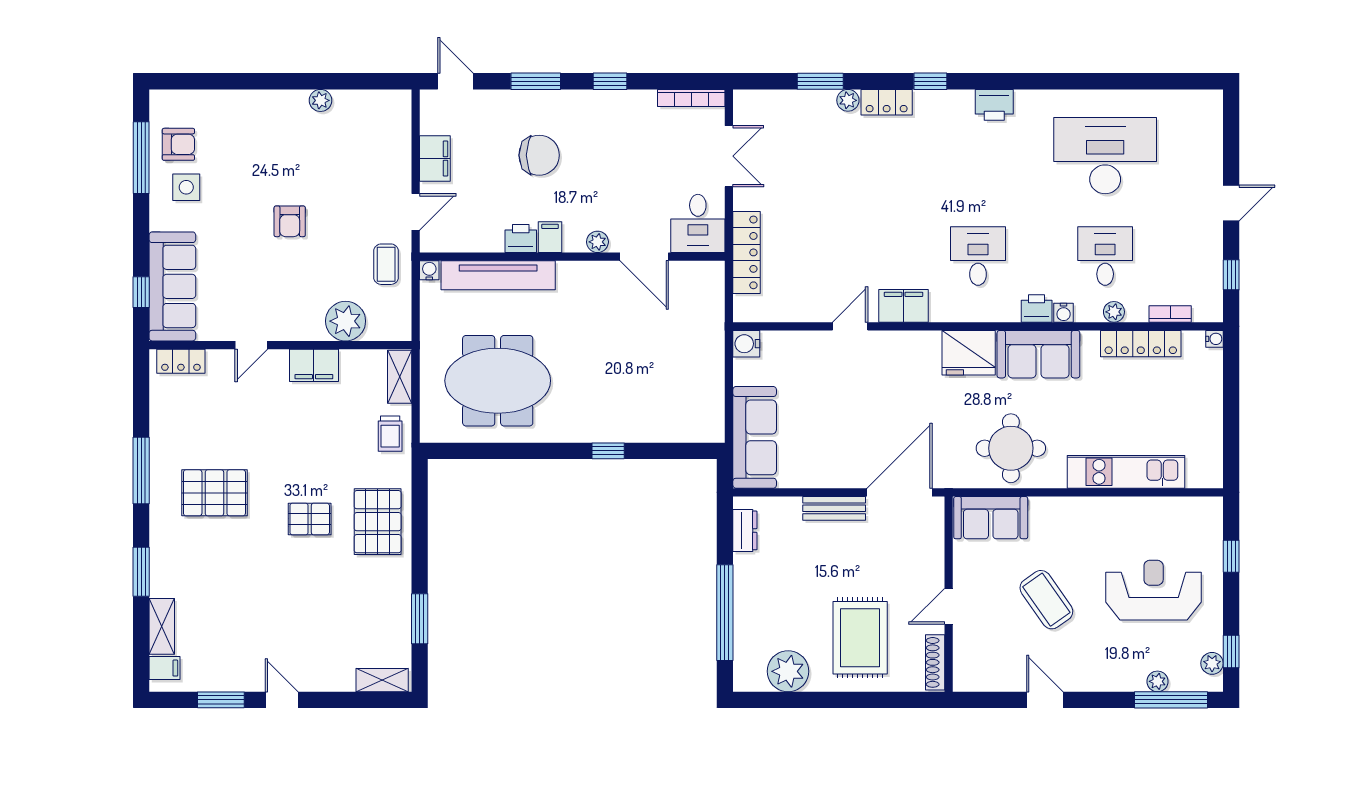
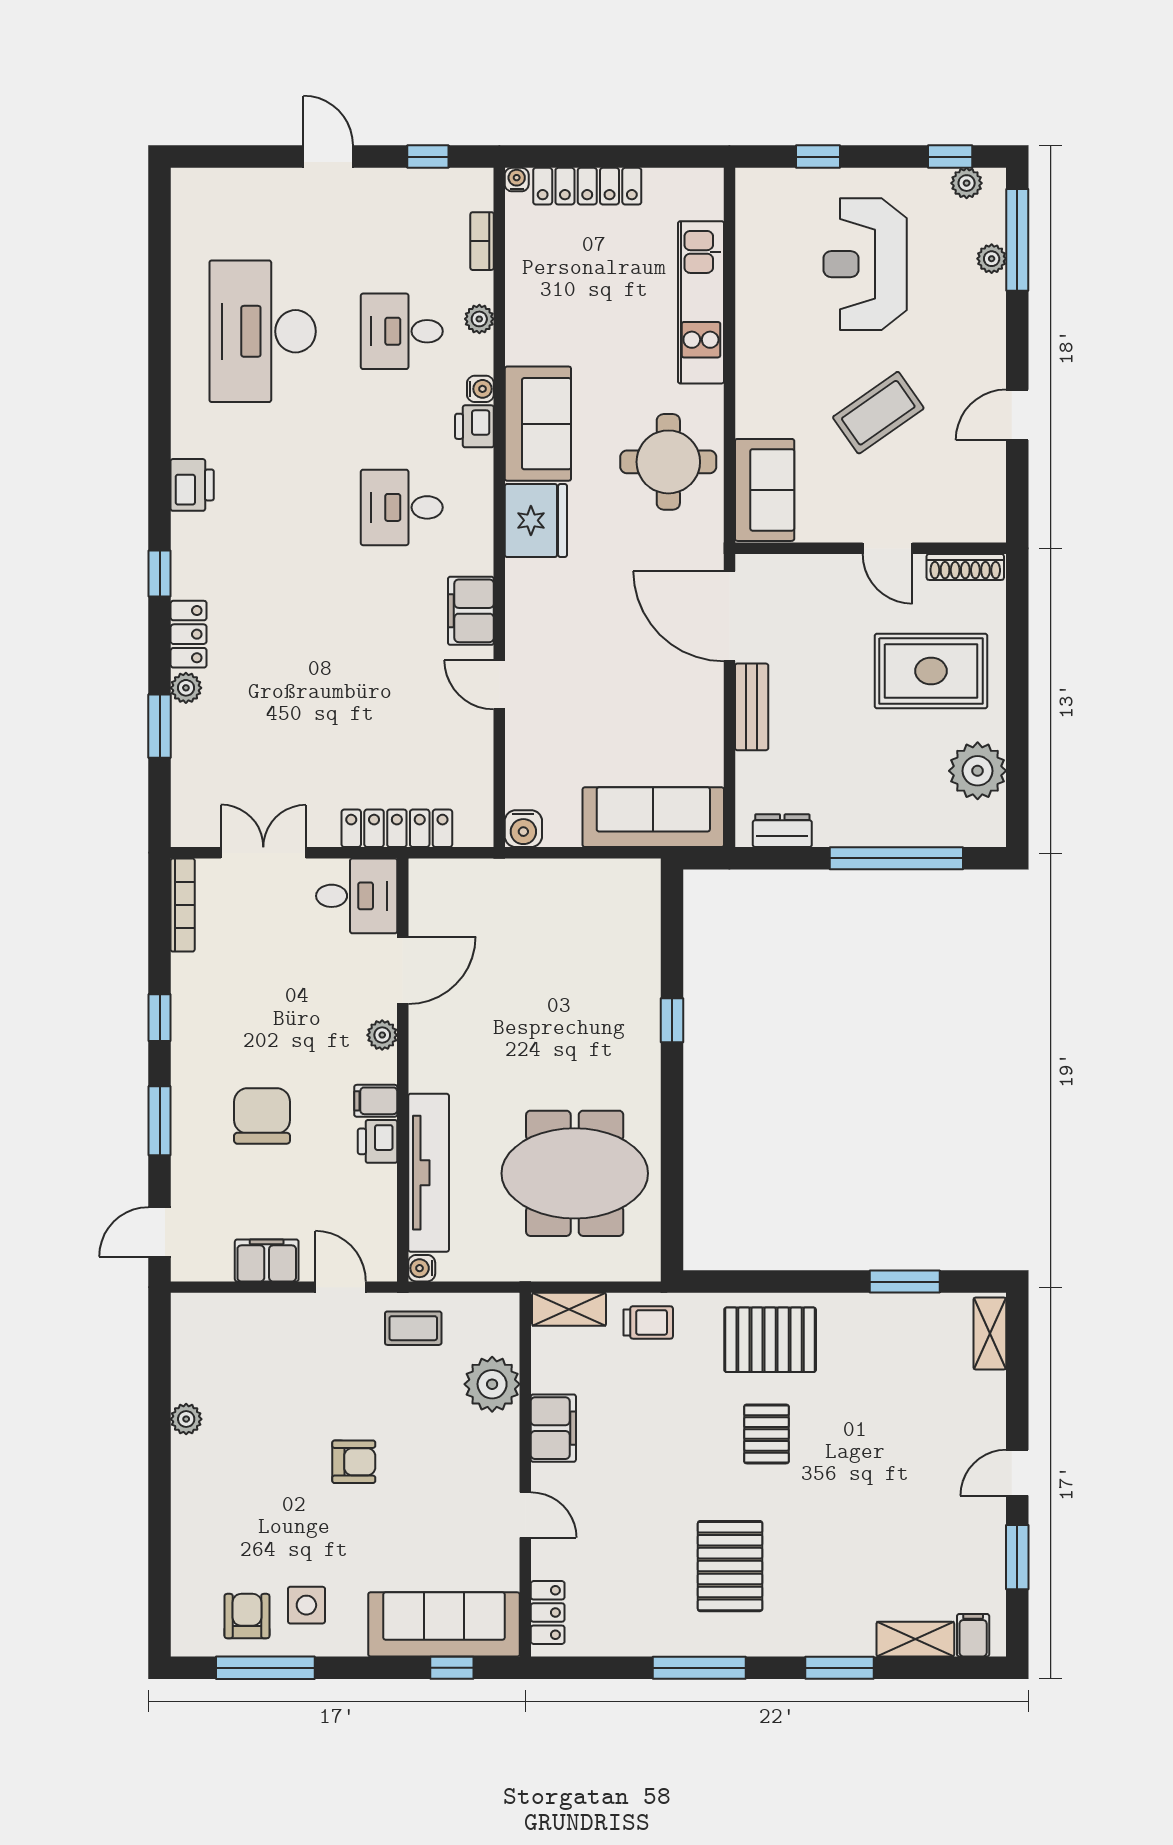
locker: (1141, 344) -> (587, 186), moved, turned 90
meeting table: (498, 381) -> (575, 1173), turned 90

